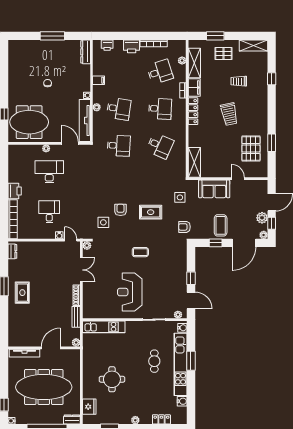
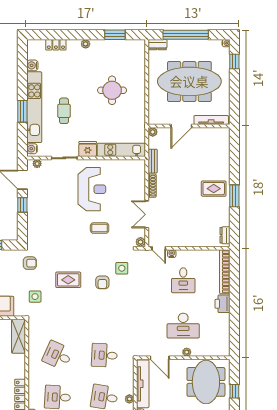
meeting table: (29, 122) -> (206, 382), turned 90
coffee table: (140, 252) -> (100, 228), moved
rug: (22, 293) -> (214, 189), turned 90
fridge: (89, 407) -> (88, 149), moved, turned 90

